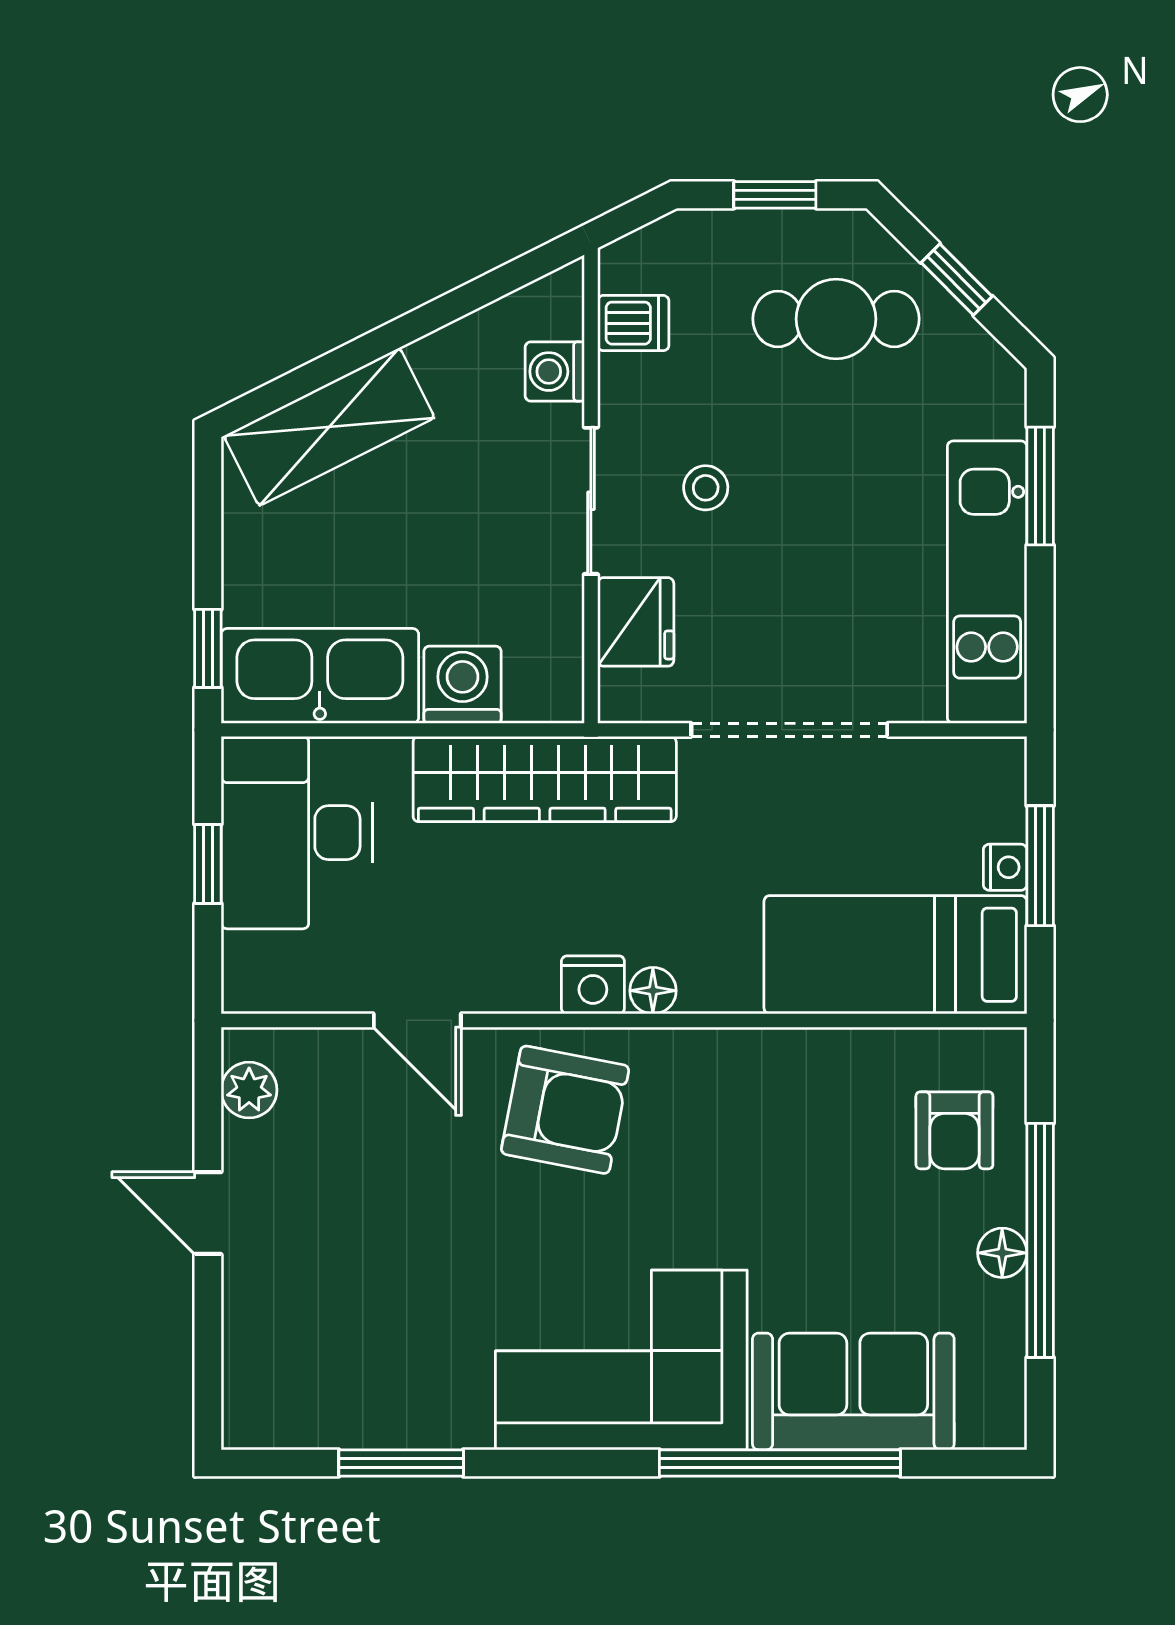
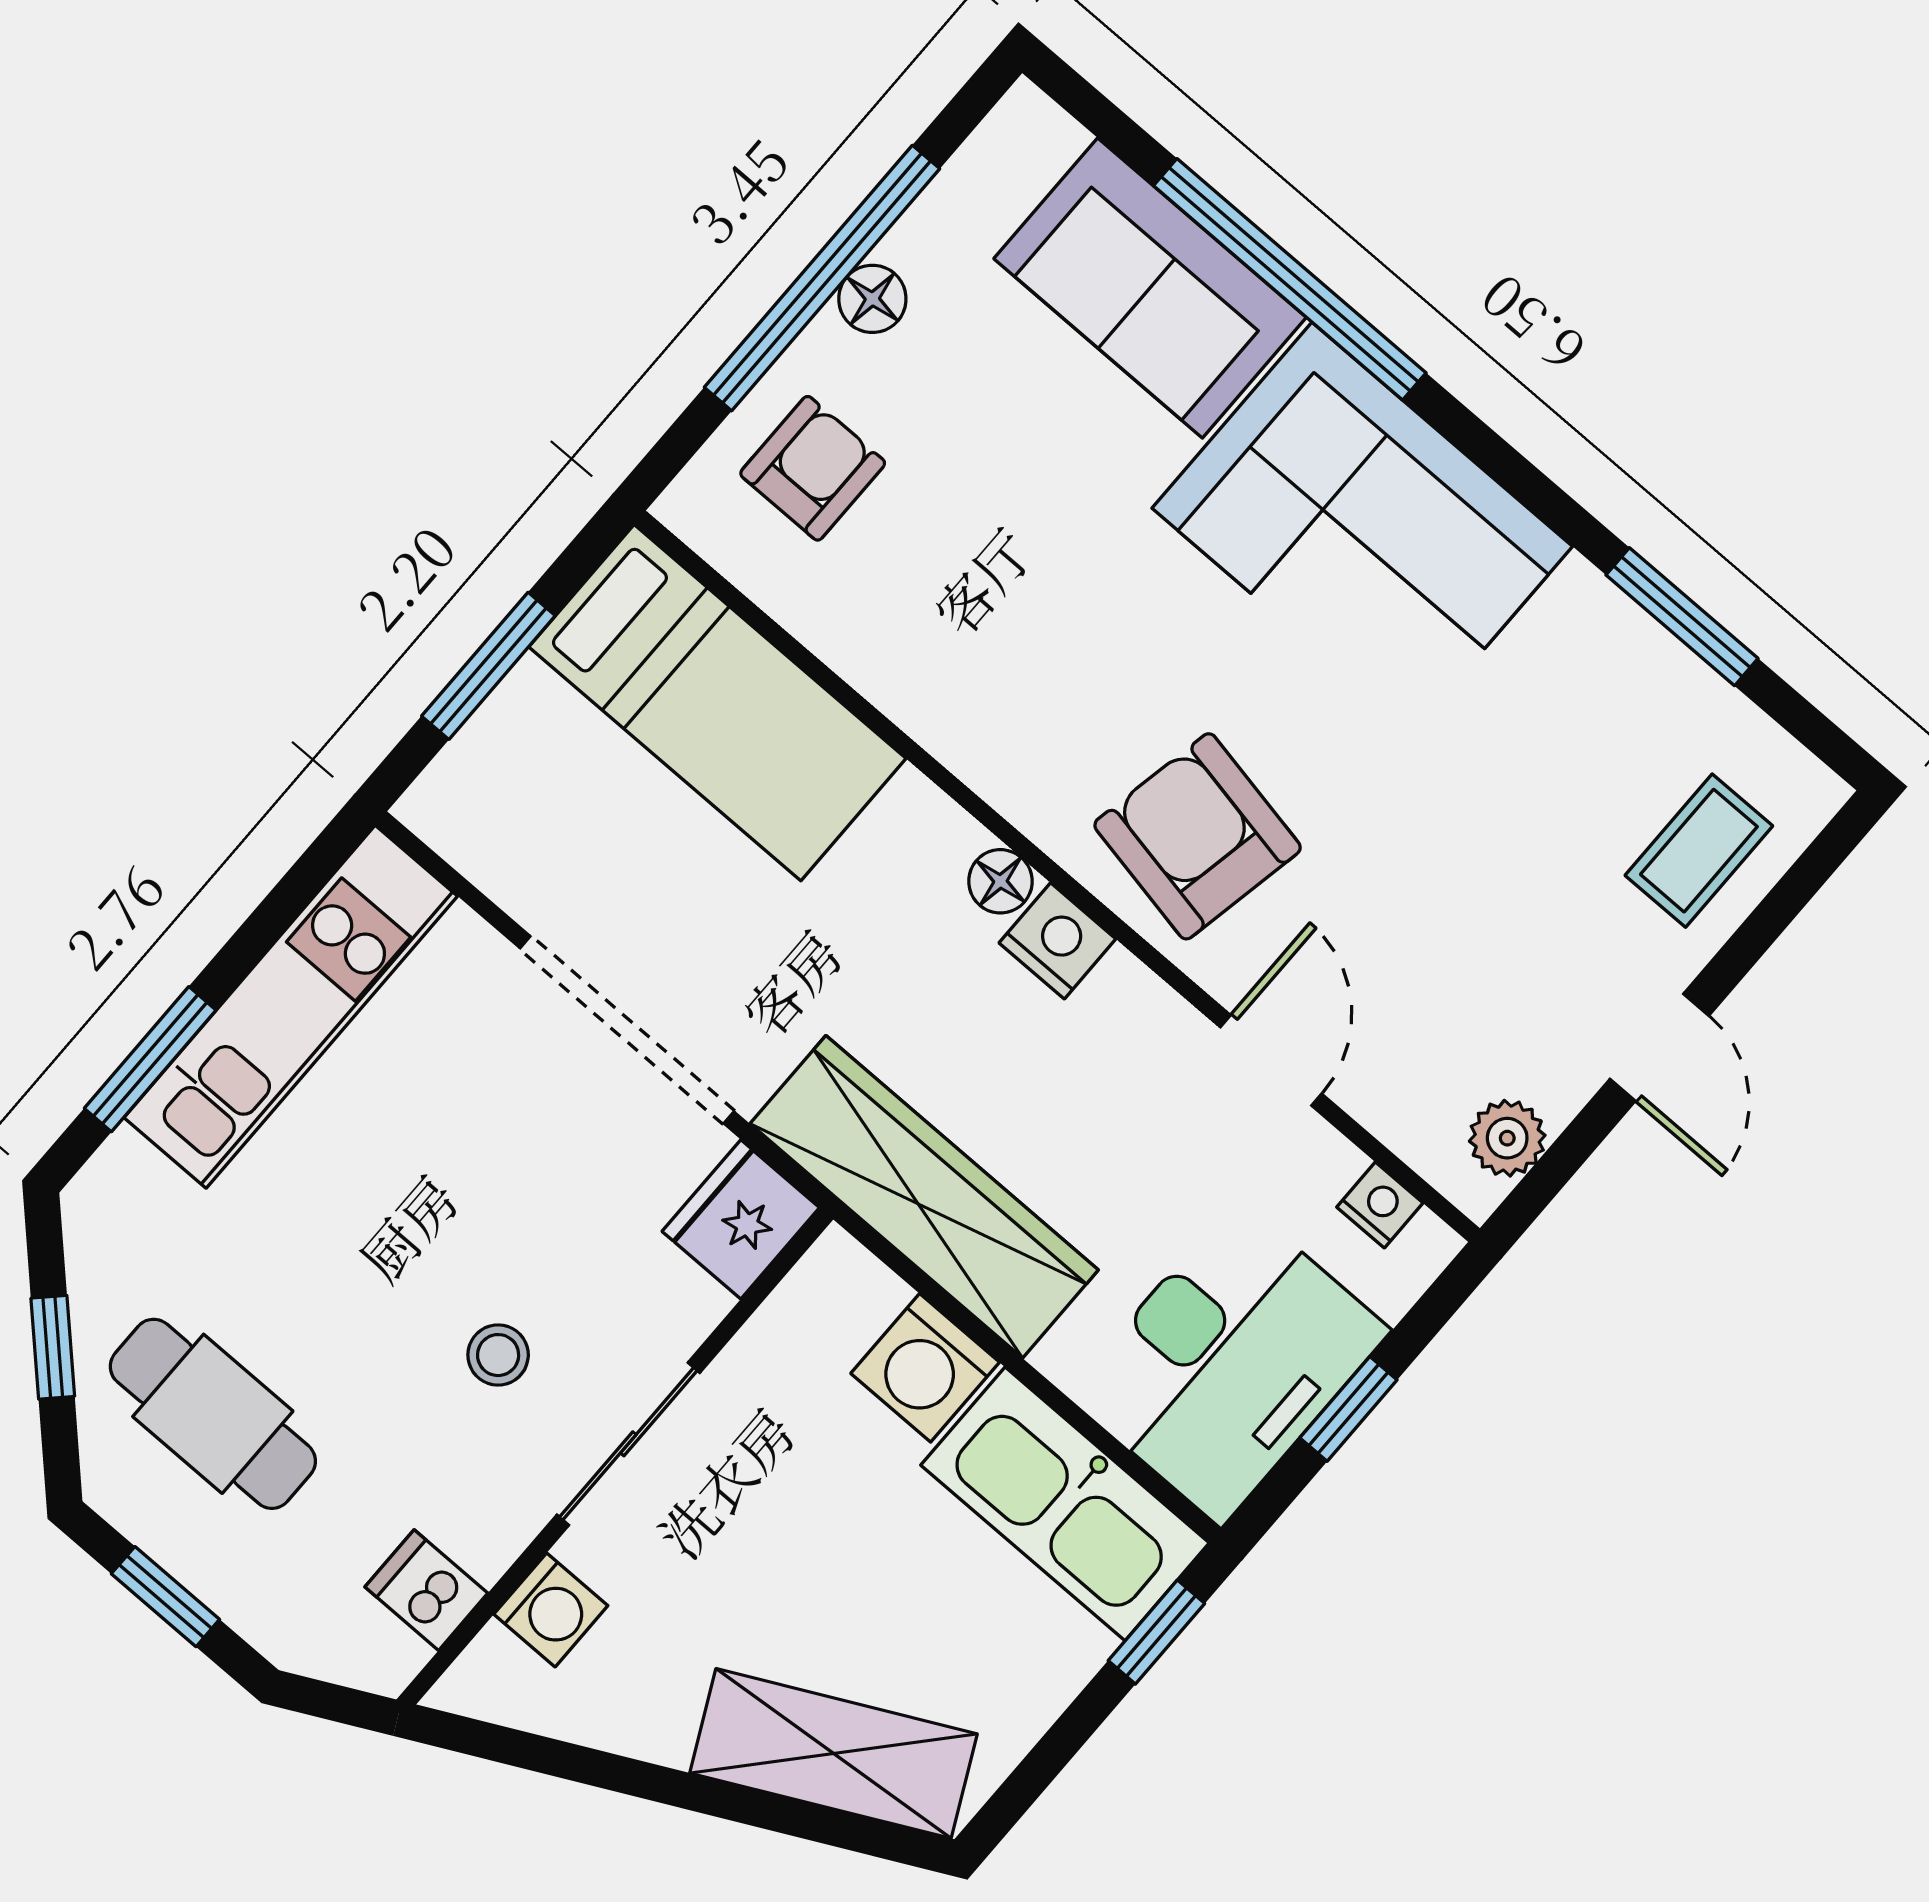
fridge: (636, 622) -> (741, 1219), moved
nightstand: (1005, 867) -> (1380, 1205), moved, turned 90
coffee table: (280, 1341) -> (1699, 851), added

